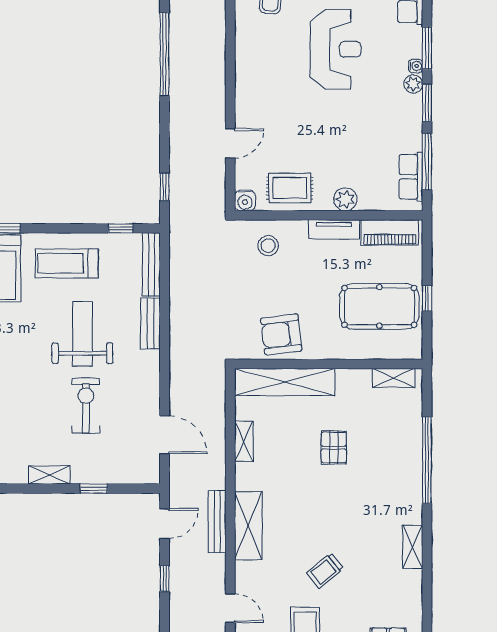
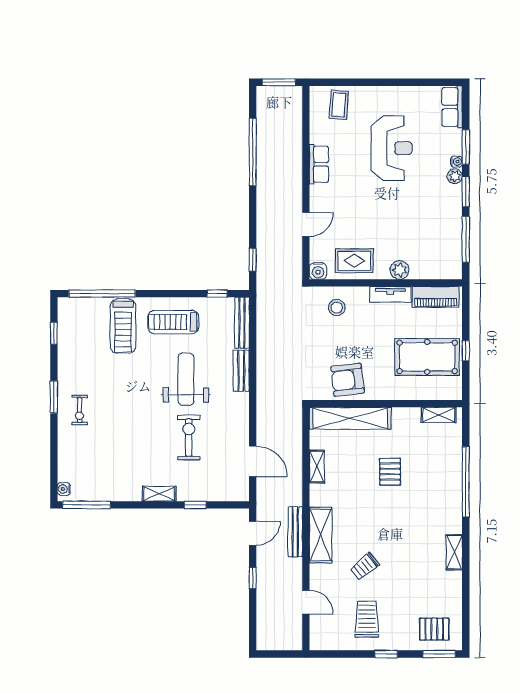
row of seats: (411, 177) -> (319, 164), moved, turned 180
trolley: (325, 570) -> (365, 566), moved

